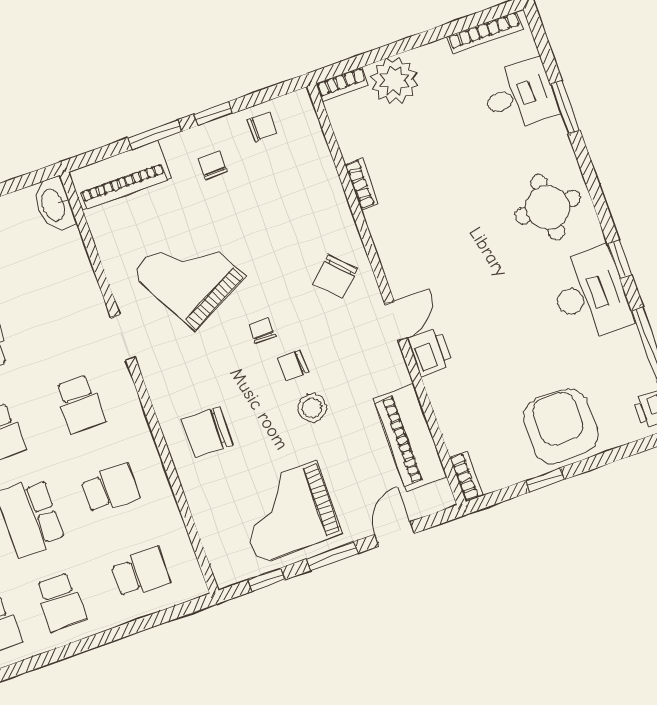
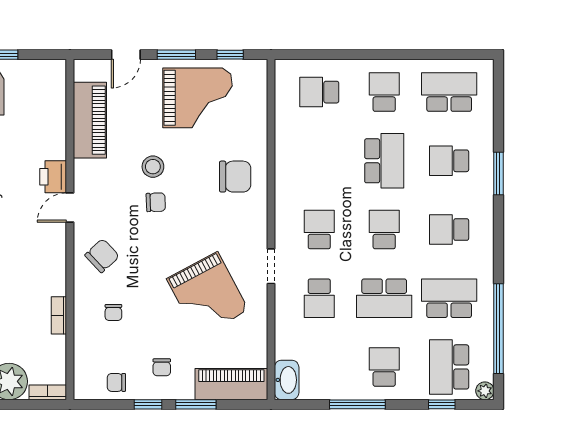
chair: (262, 330) -> (113, 312), moved
bookcase: (467, 476) -> (59, 78), removed
school desk: (110, 488) -> (319, 298), moved, turned -90

